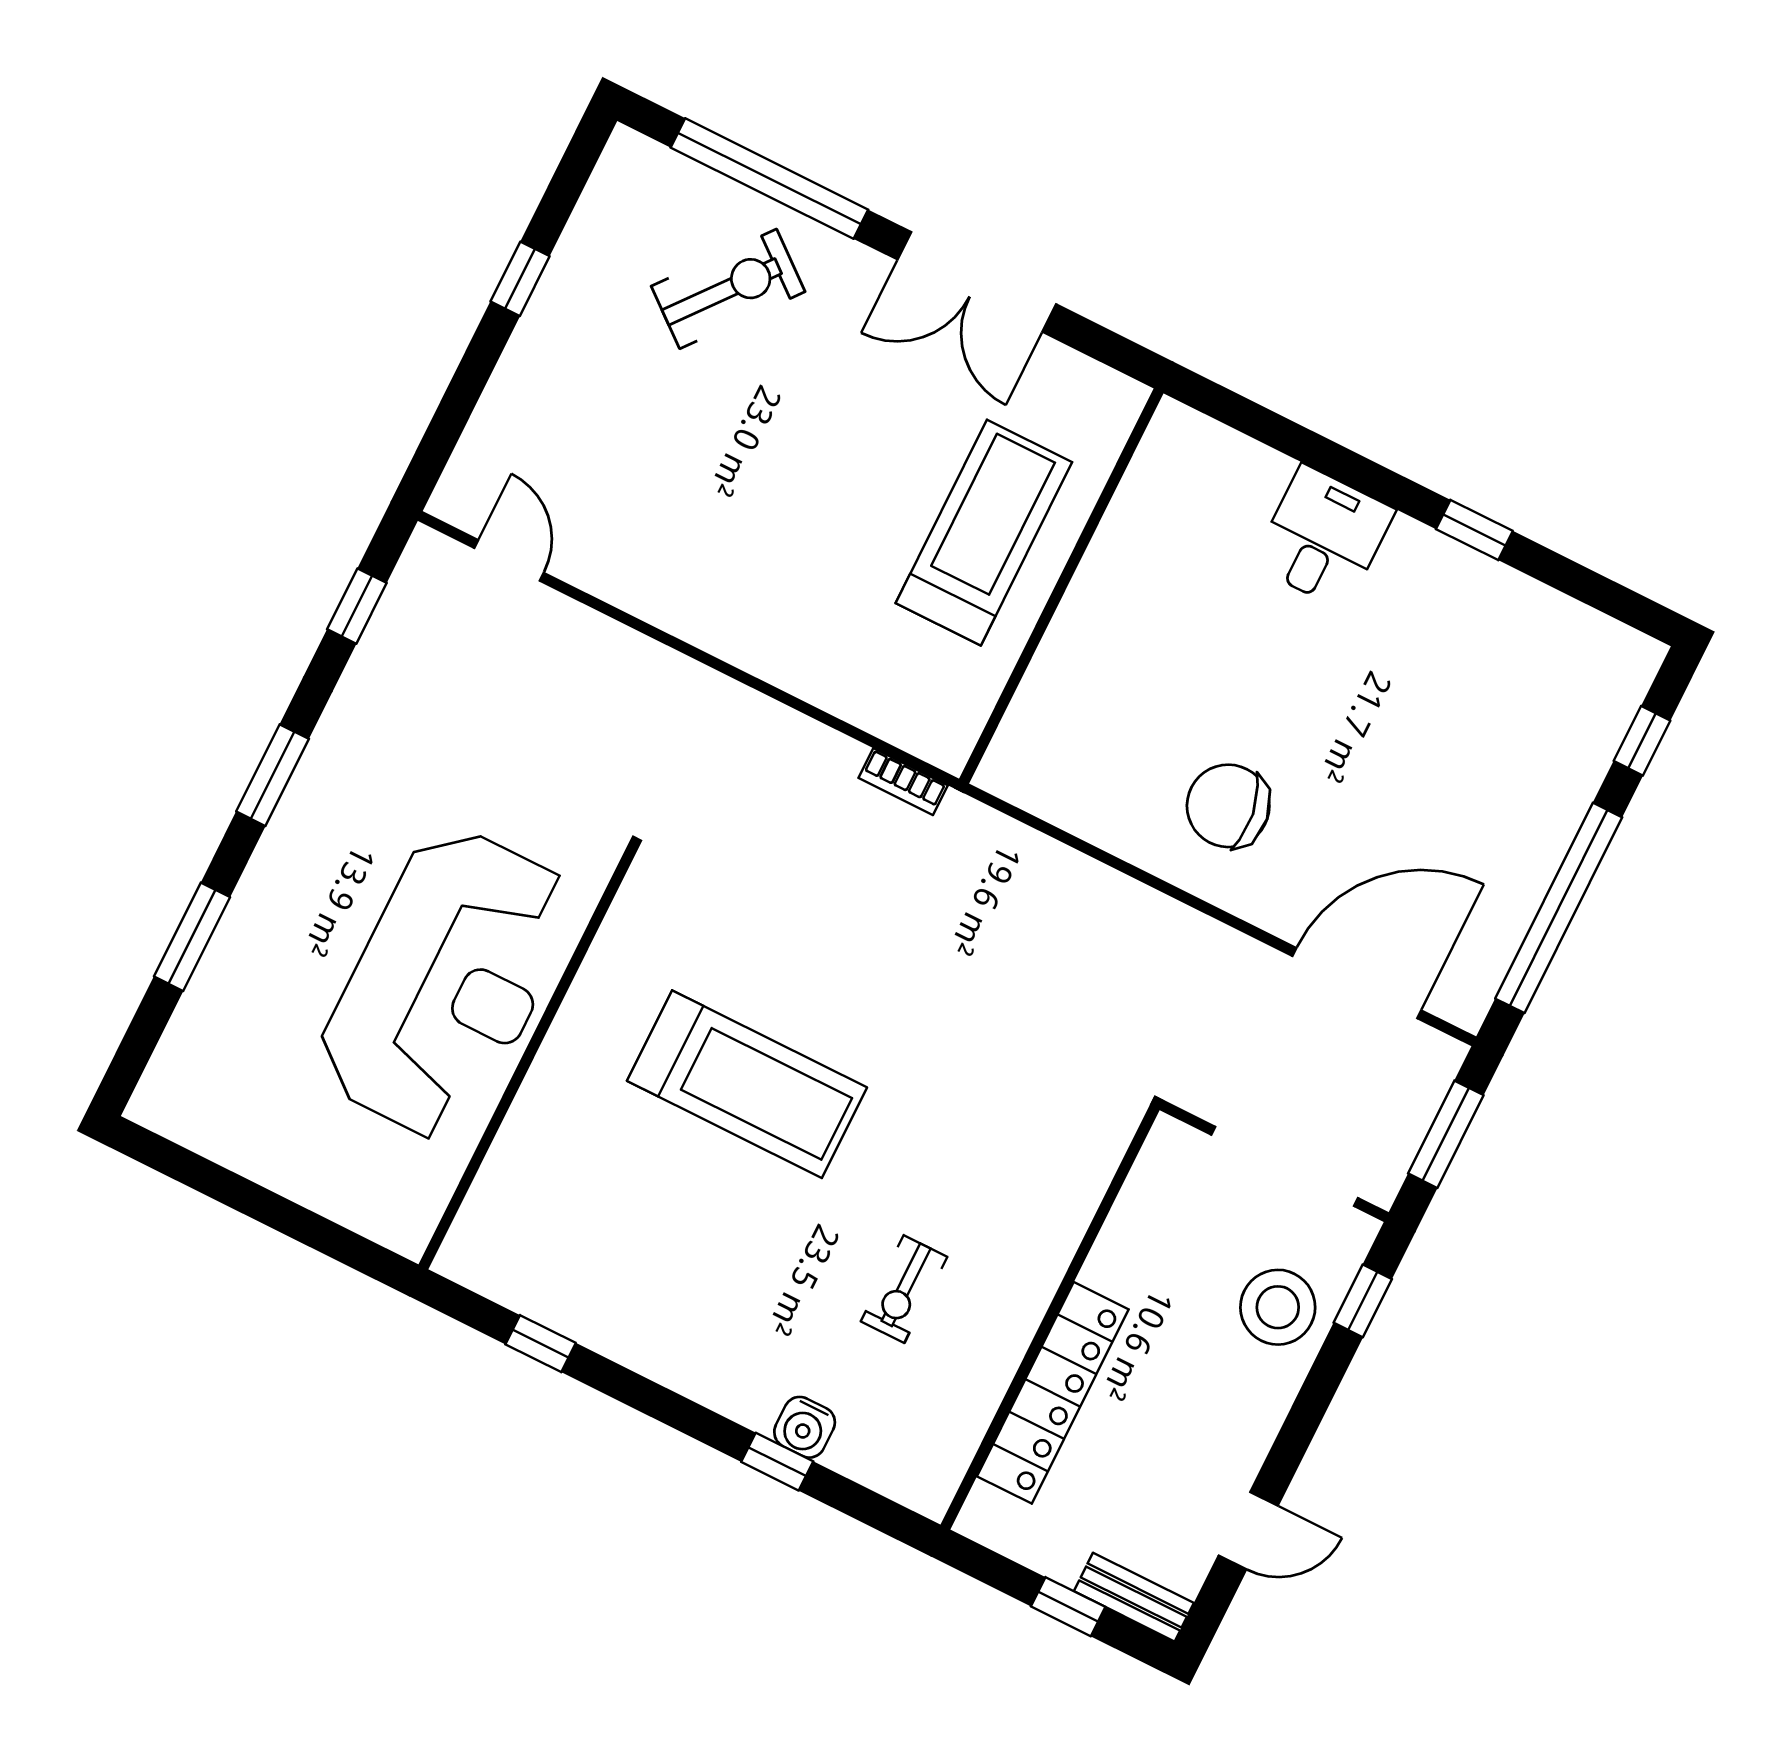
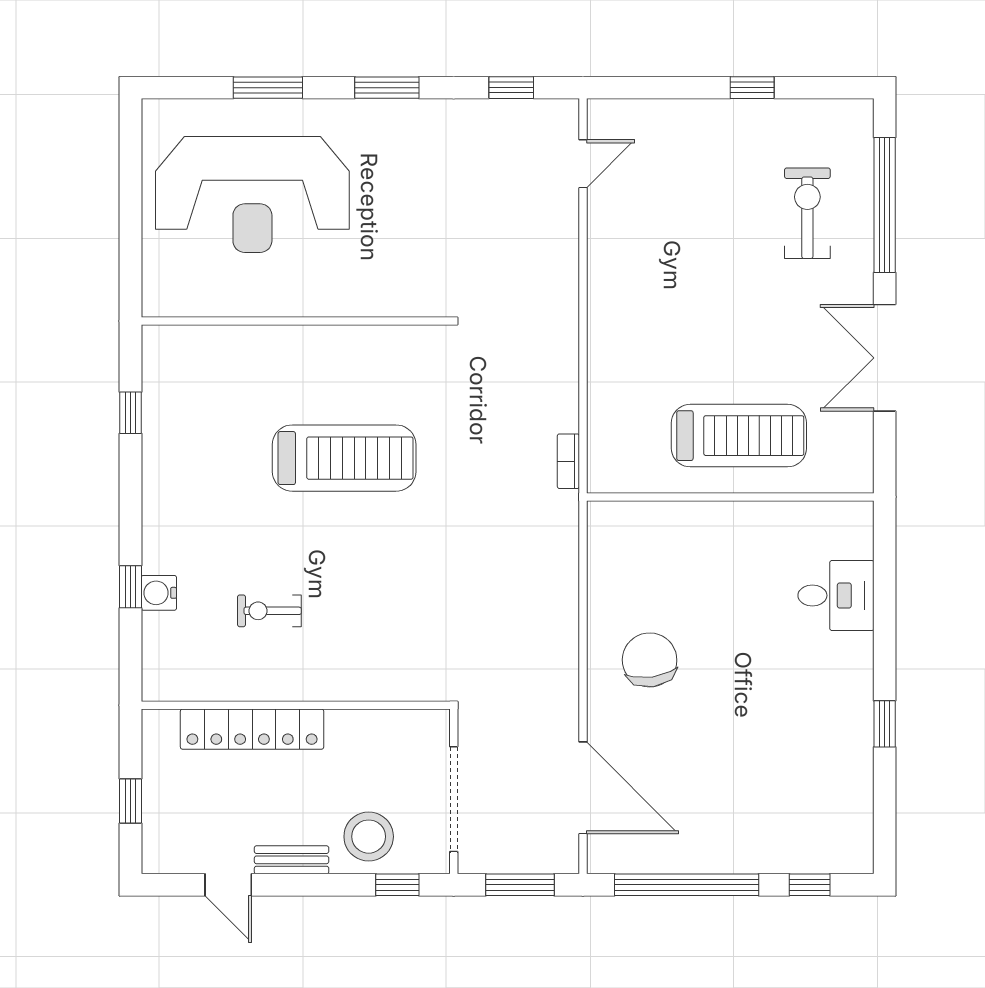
exercise bike: (728, 289) -> (807, 213), turned -129
desk: (1323, 537) -> (836, 595), moved
reception desk: (447, 983) -> (252, 194), moved
treadmill: (747, 1084) -> (344, 458), turned -90
bench: (1134, 1597) -> (292, 860), moved, turned 90

